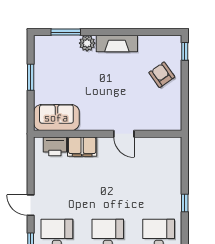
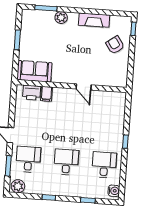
fireplace: (117, 44) -> (94, 20), moved
filing cabinet: (82, 147) -> (46, 94), width x0.50

